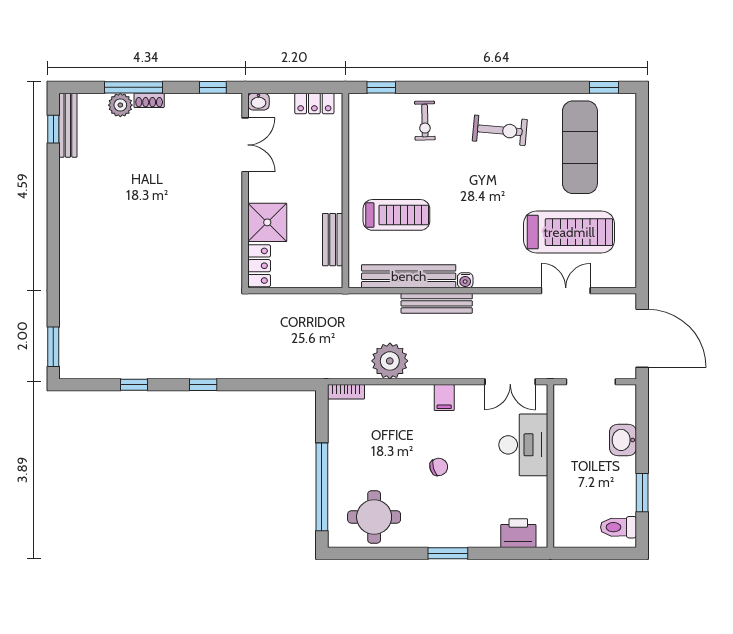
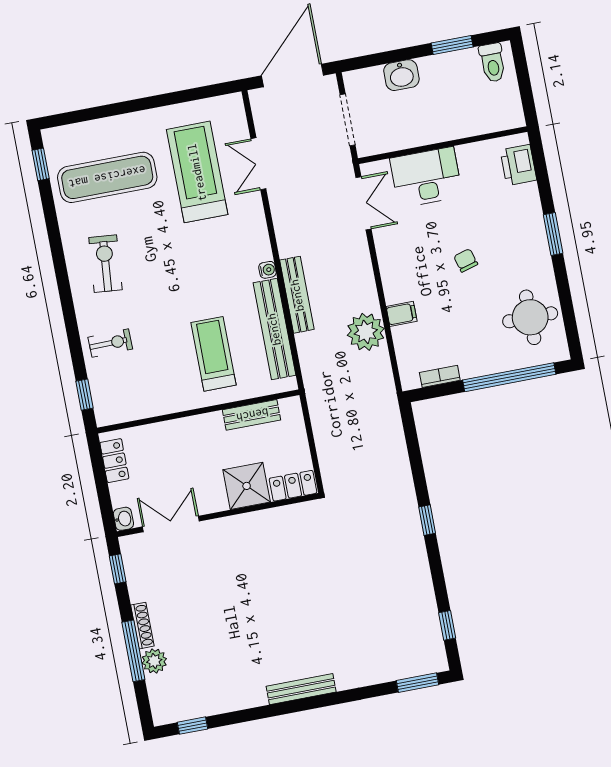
shoe rack: (149, 100) -> (142, 626), width x1.43
bench: (68, 125) -> (301, 689), moved
window: (134, 385) -> (447, 625), moved
bookcase: (346, 392) -> (440, 376), moved, turned -90
filing cabinet: (444, 398) -> (402, 314), moved

